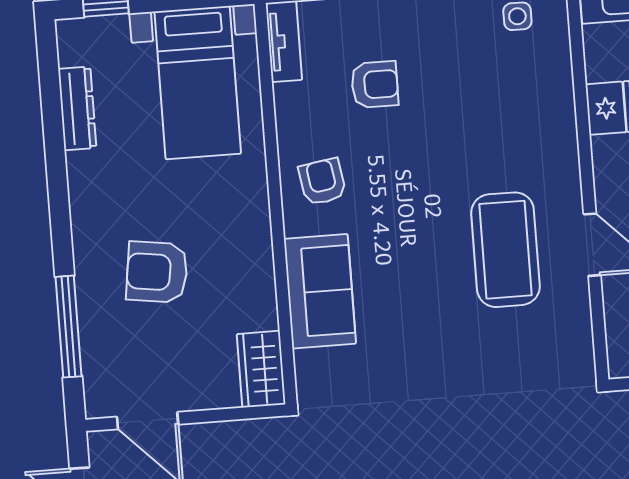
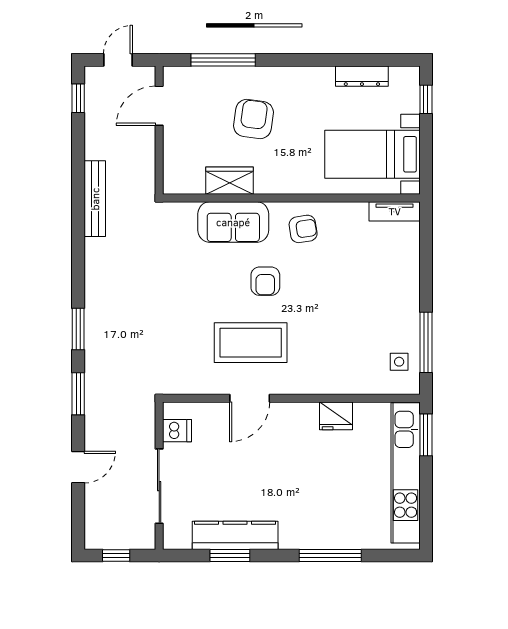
armchair: (375, 85) -> (265, 281), moved
wardrobe: (261, 369) -> (229, 181), moved

